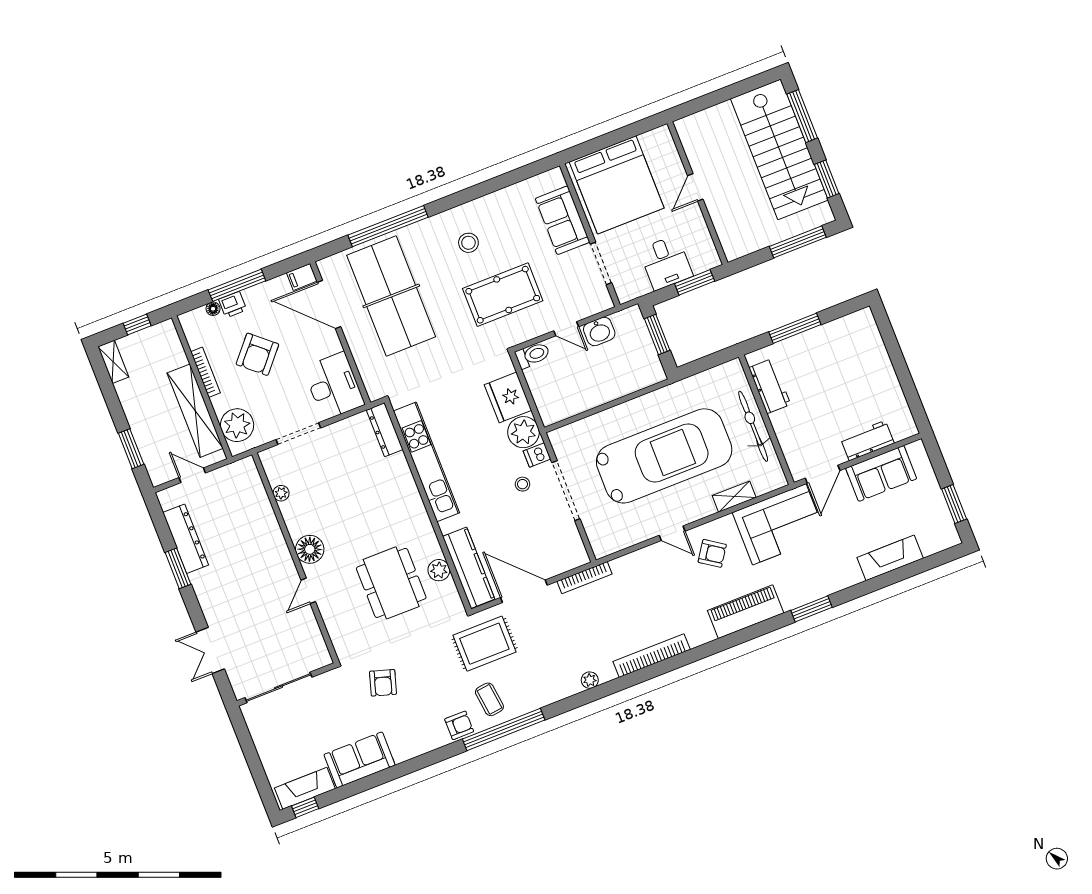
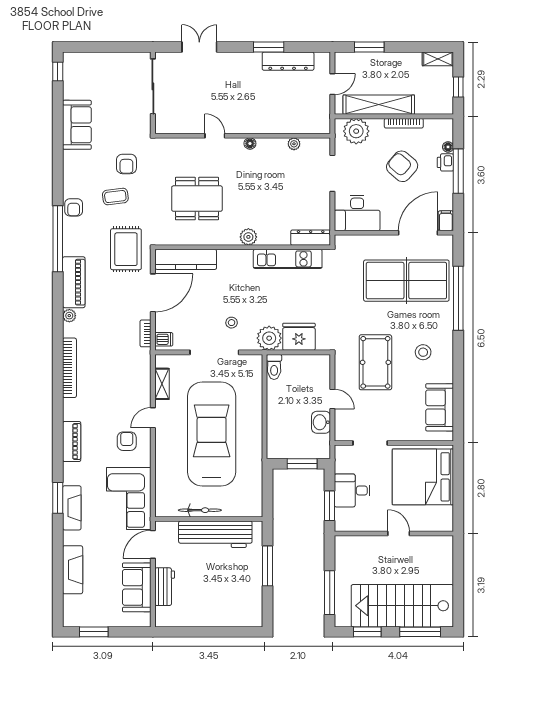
sofa: (563, 220) -> (440, 407), moved, turned -90
door: (566, 329) -> (332, 399), swing flipped
toilet: (533, 355) -> (274, 367), moved
workbench: (770, 386) -> (215, 534), width x1.88, depth x1.32
bicycle: (753, 426) -> (200, 510), width x0.73, depth x0.71
dishwasher: (537, 455) -> (164, 339), moved, turned 90
car: (664, 456) -> (212, 434), turned 180
kitchen unit: (426, 462) -> (288, 259), width x0.73
door: (823, 474) -> (153, 544), hinge flipped
shelving: (734, 497) -> (162, 384), moved
floor lamp: (310, 549) -> (250, 144), width x0.53, depth x0.53
armchair: (712, 553) -> (127, 441), turned 146
plant: (439, 570) -> (248, 237), moved
bookcase: (584, 578) -> (146, 333), width x0.64
piano: (746, 612) -> (72, 442), width x0.73, depth x0.75
armchair: (383, 683) -> (126, 164), turned -107
piano: (548, 690) -> (74, 282), added
coffee table: (489, 699) -> (115, 197), moved
fireplace: (305, 788) -> (72, 508), moved

